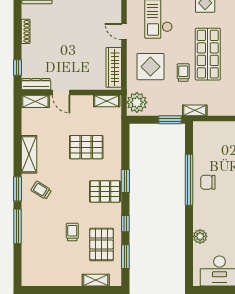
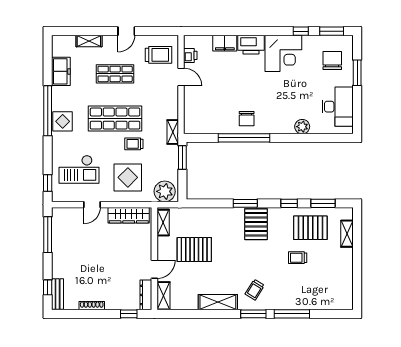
pallet: (86, 147) -> (194, 250), moved, turned 90

